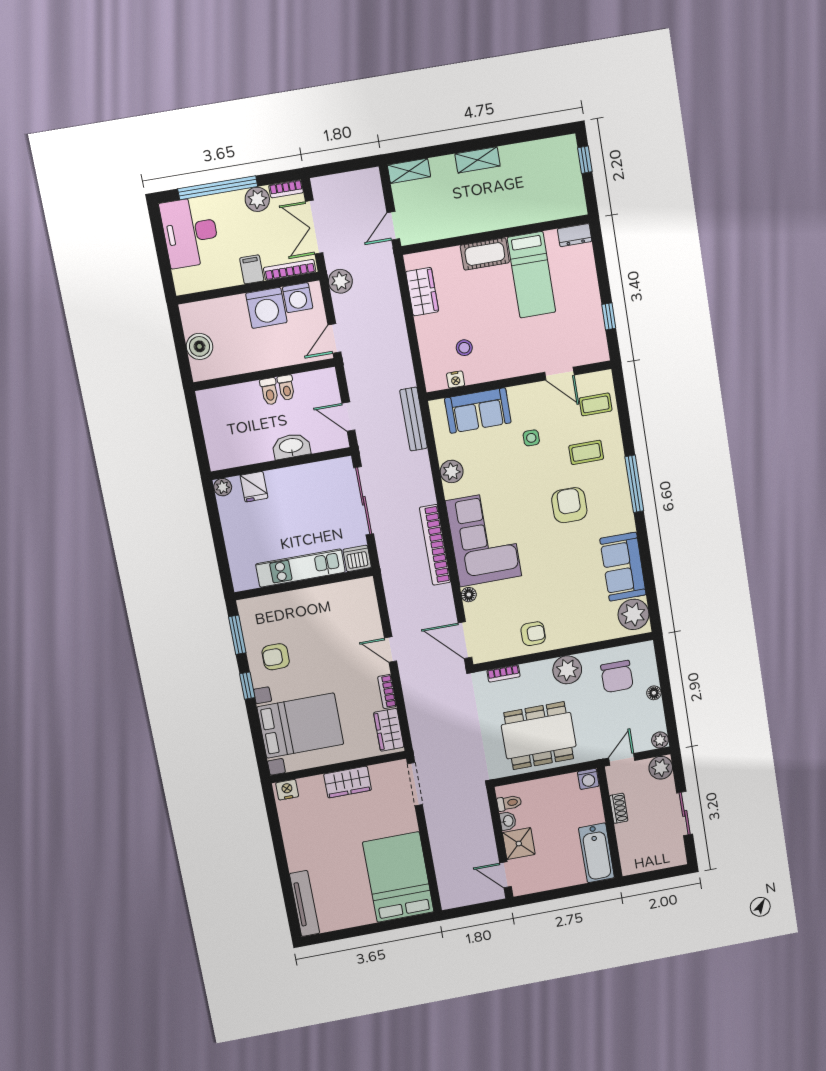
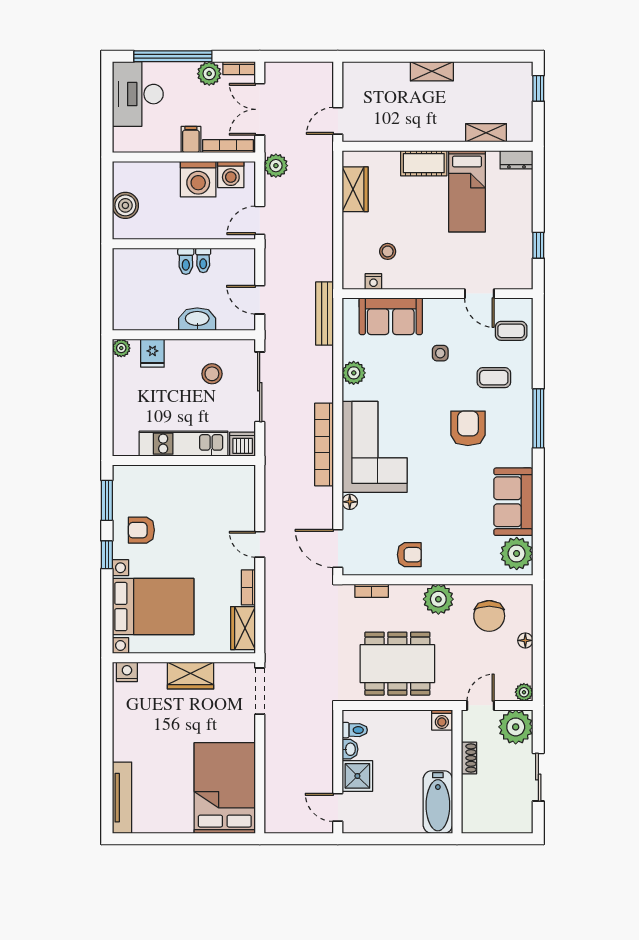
shelving: (409, 171) -> (486, 133), moved
stool: (315, 496) -> (212, 374), added
plant: (661, 768) -> (516, 727), width x1.36, depth x1.36

